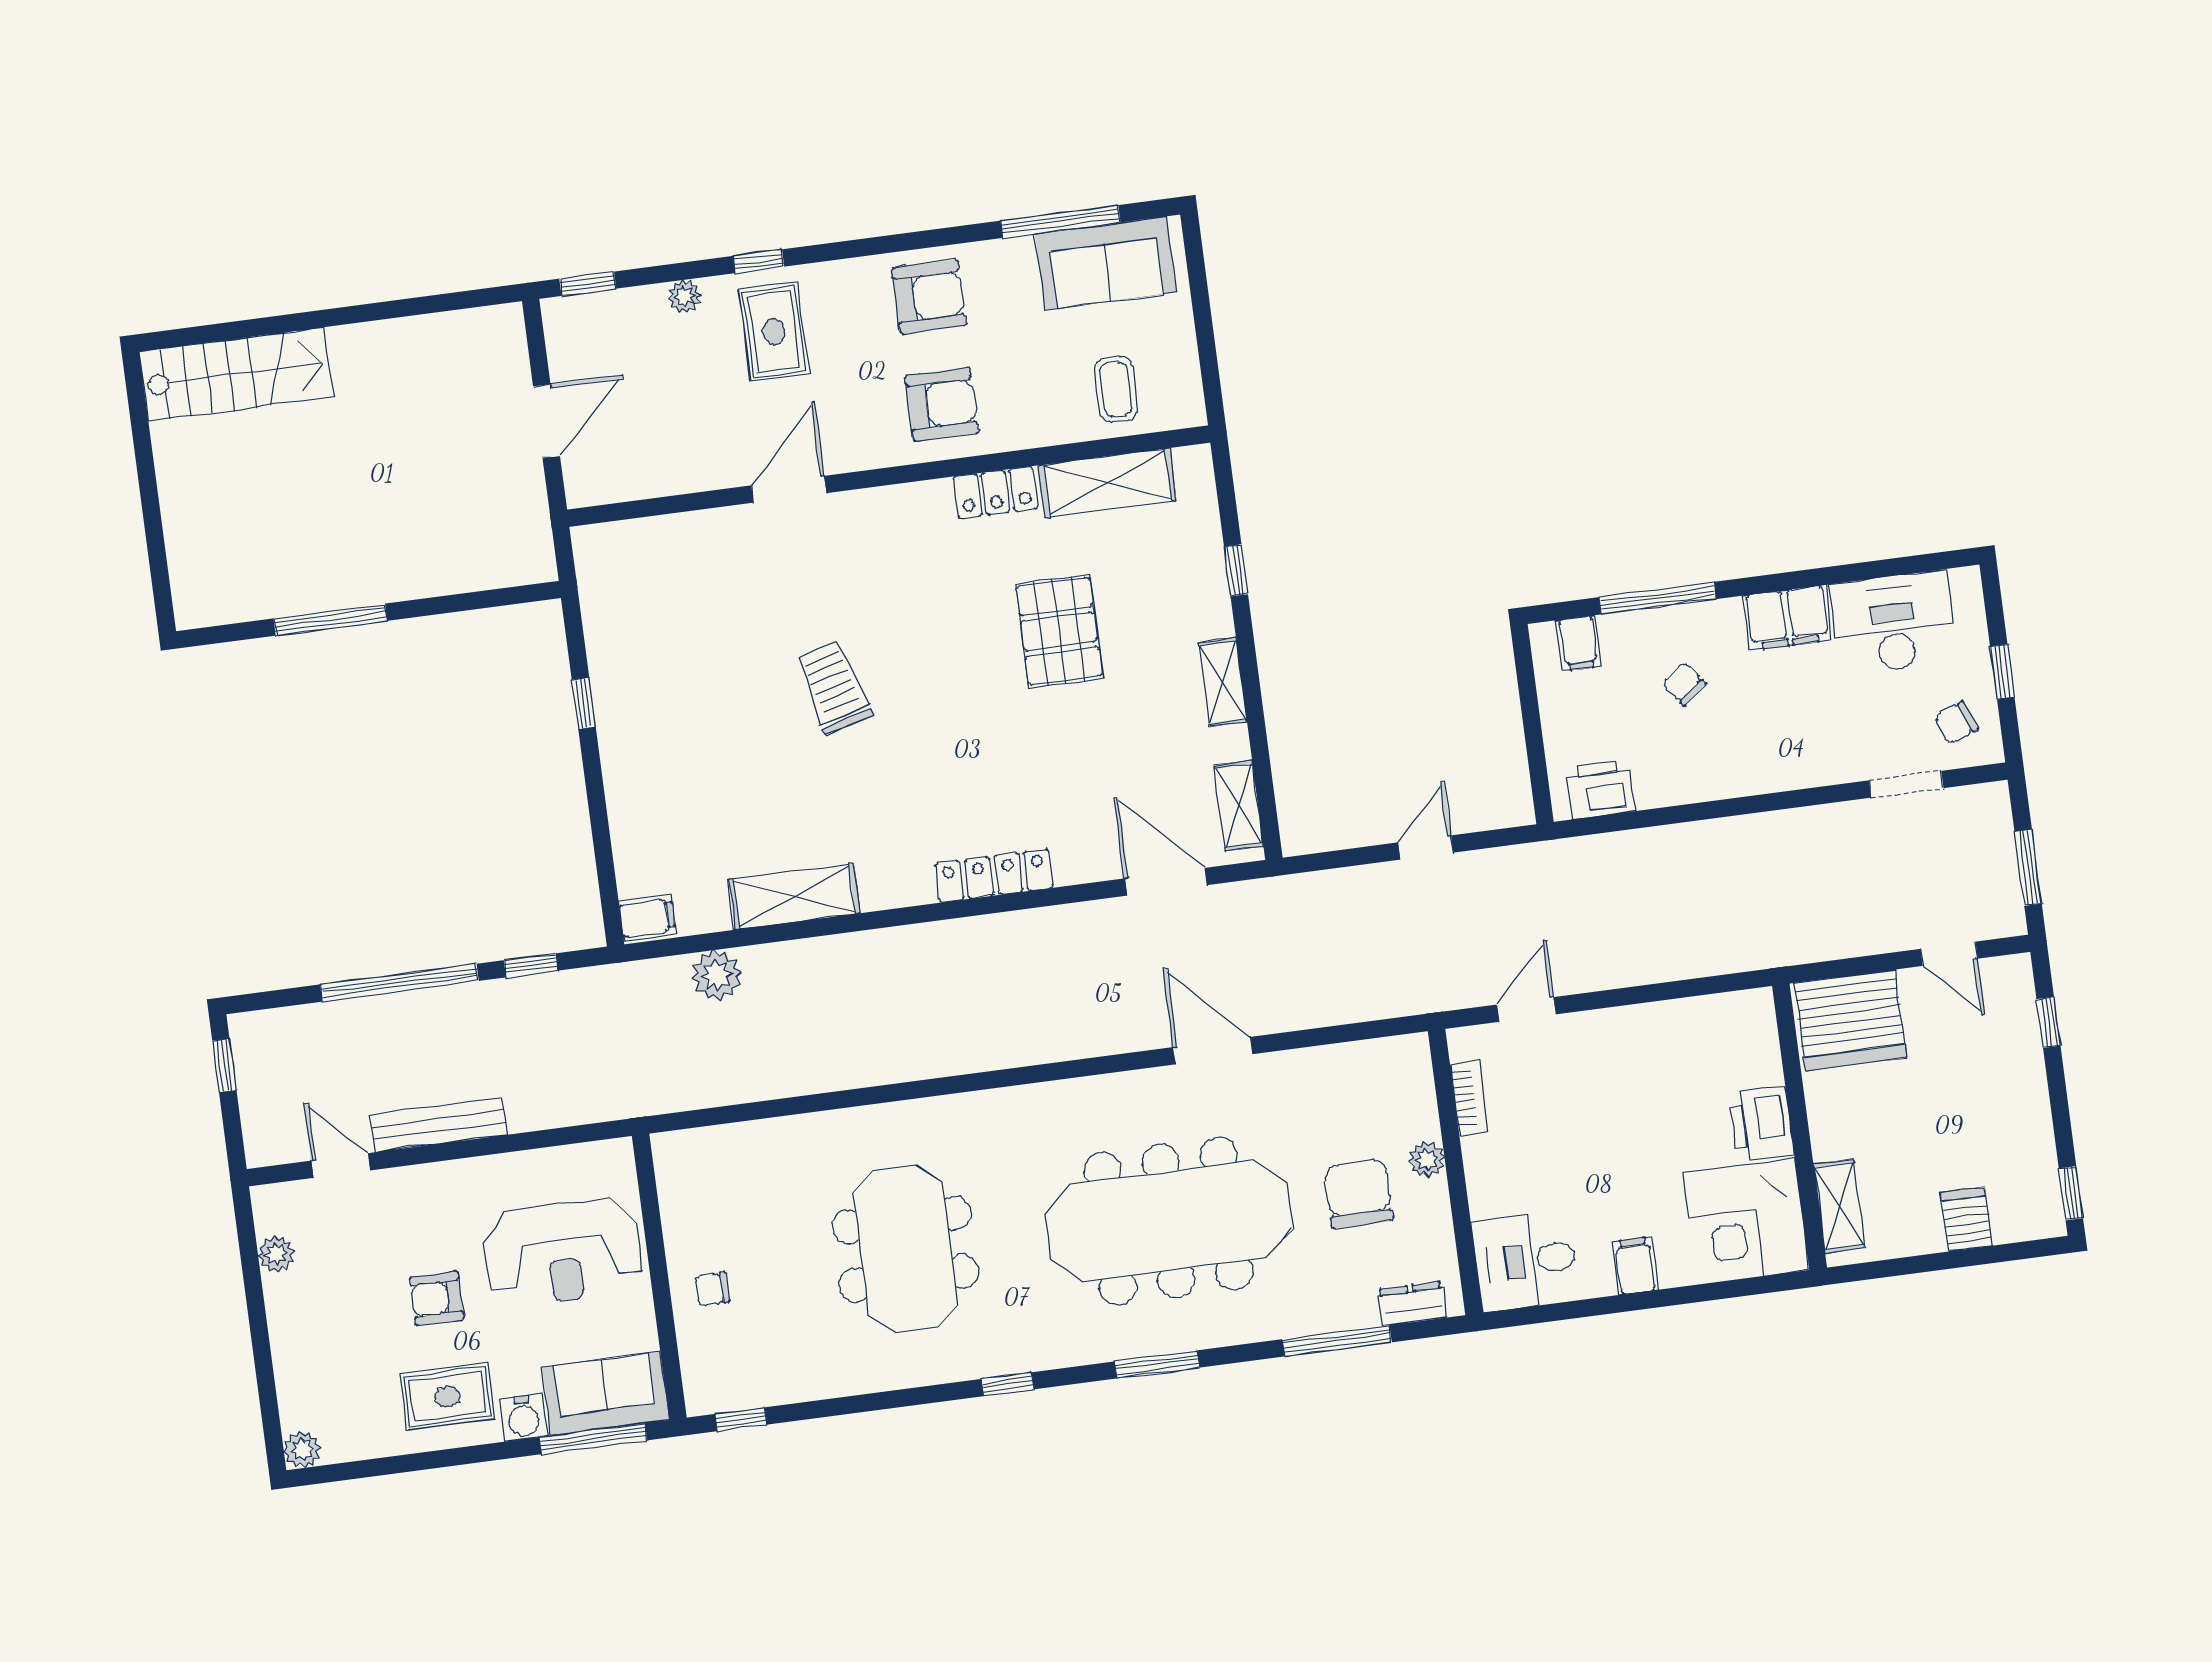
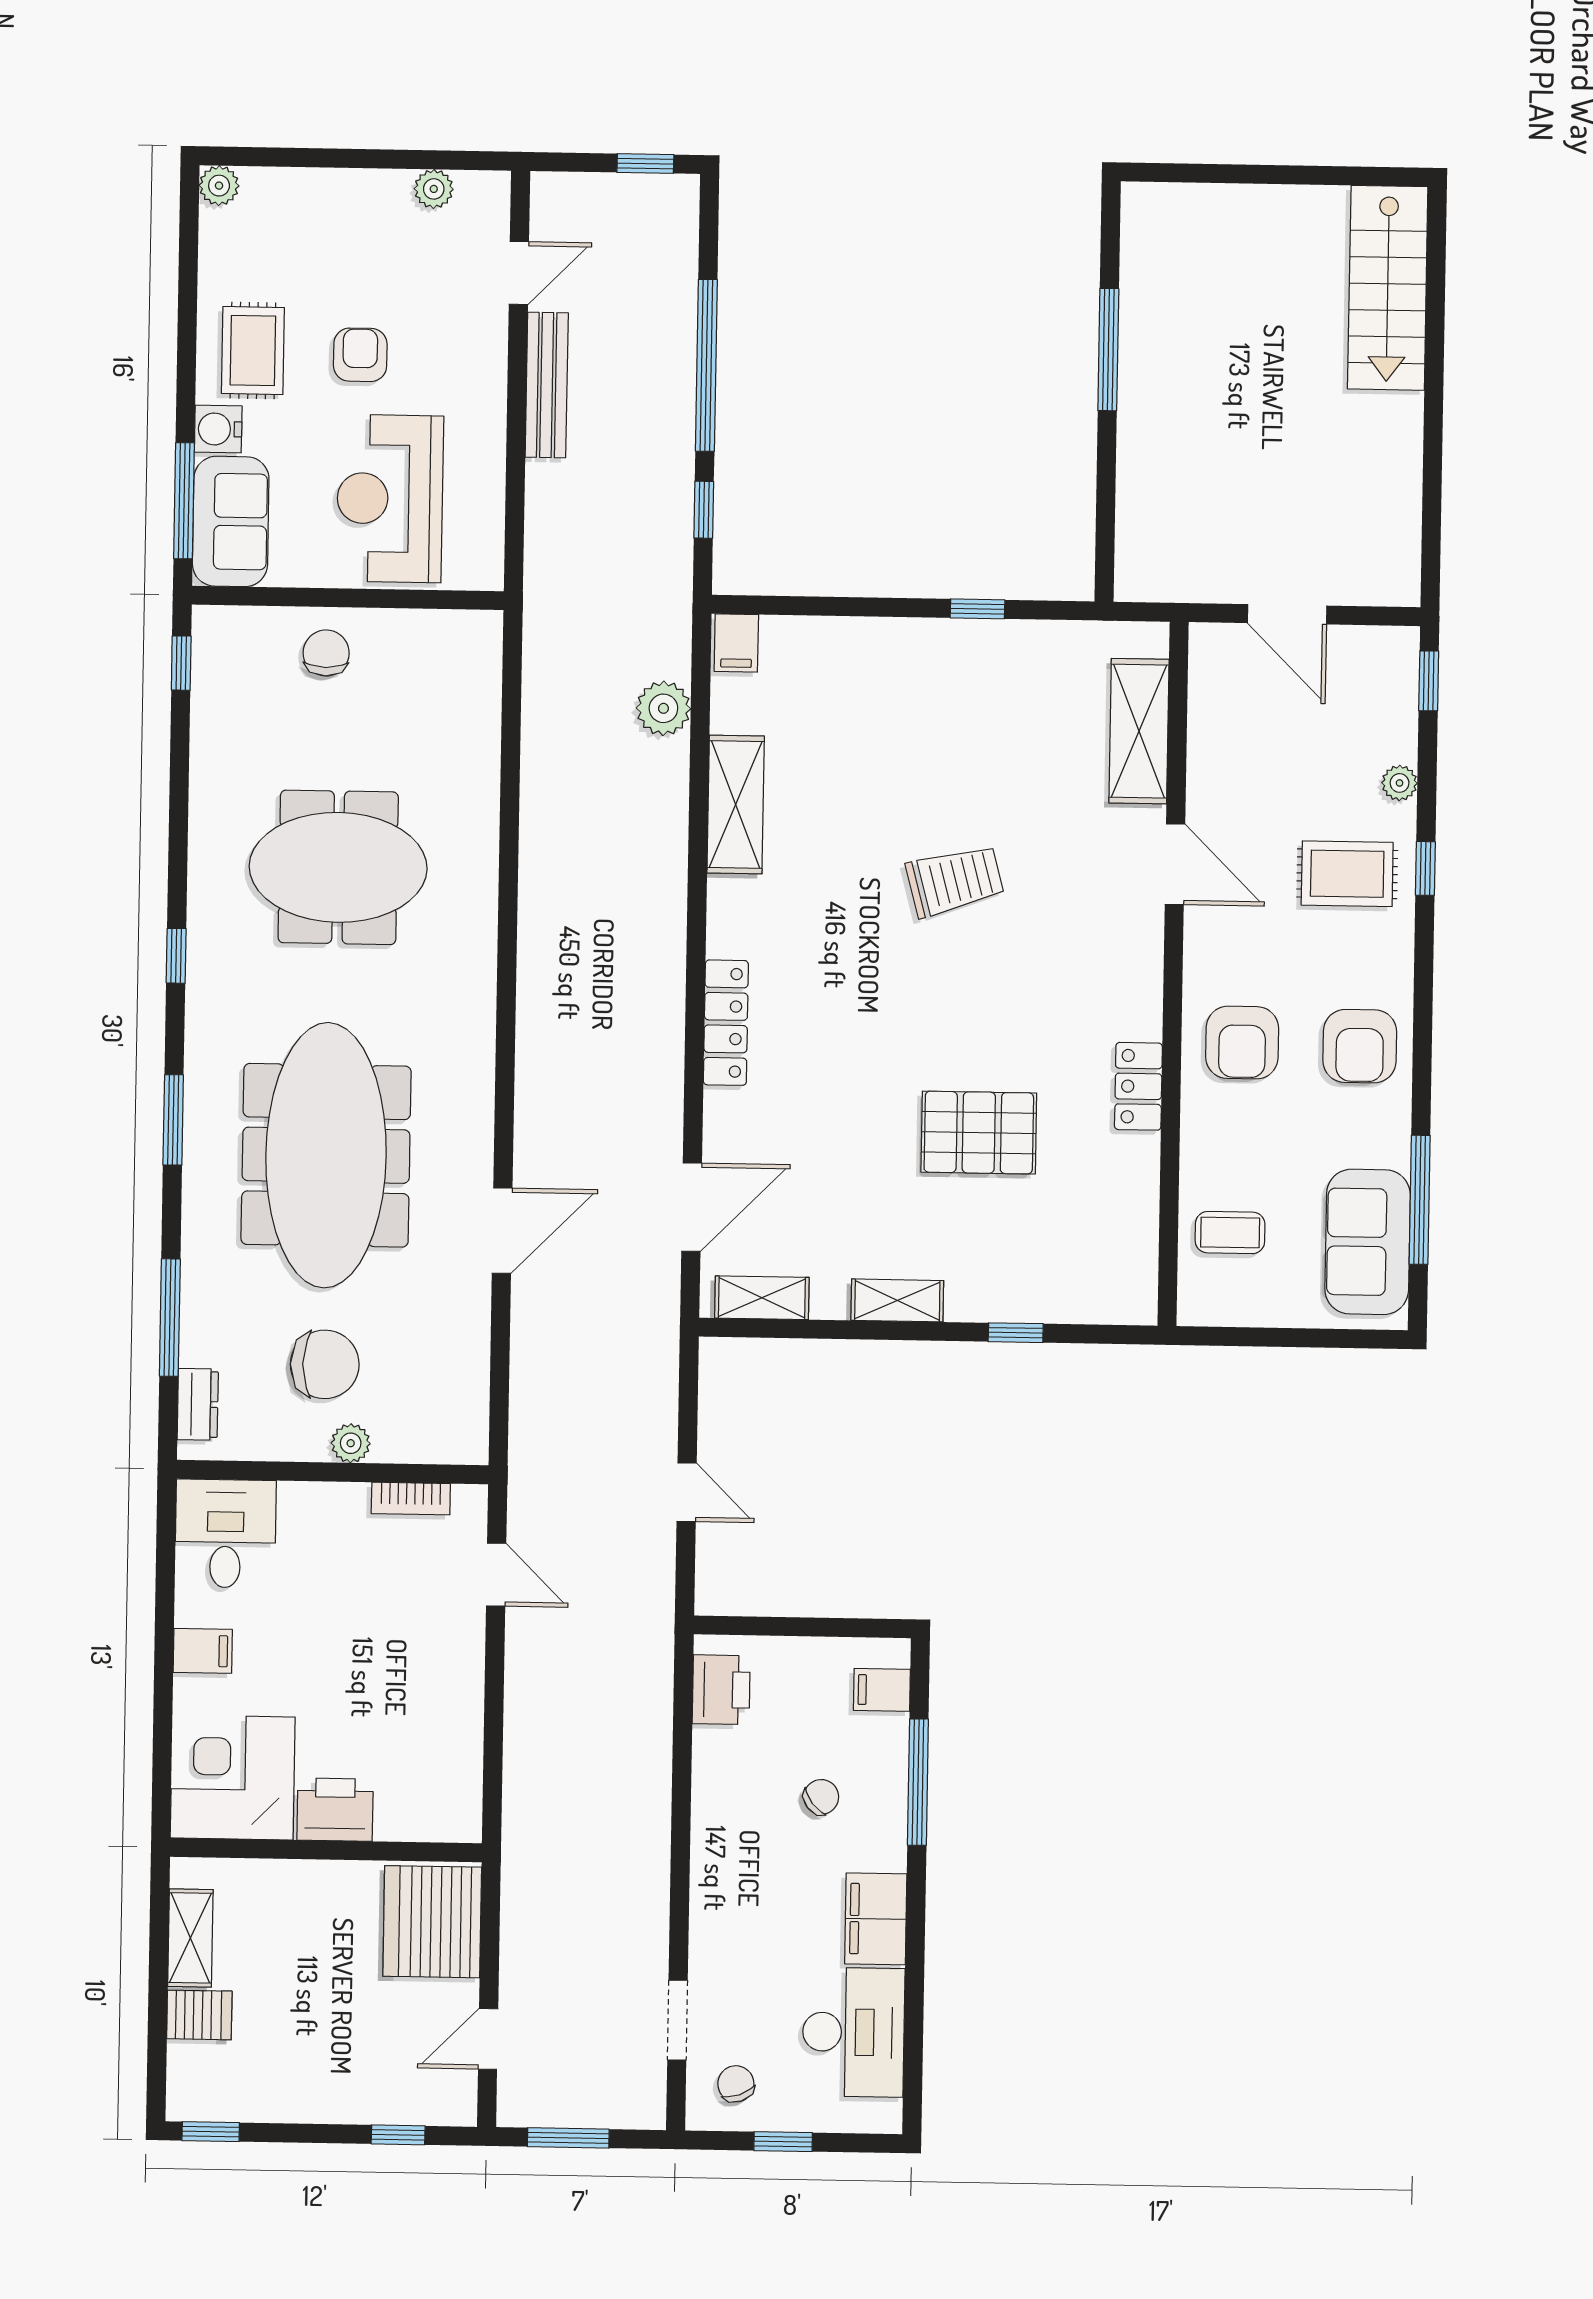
shelving: (1107, 483) -> (1139, 731), moved
shelving: (1839, 1206) -> (190, 1938), moved, turned 90
chair: (712, 1289) -> (326, 653), width x1.37, depth x1.37

